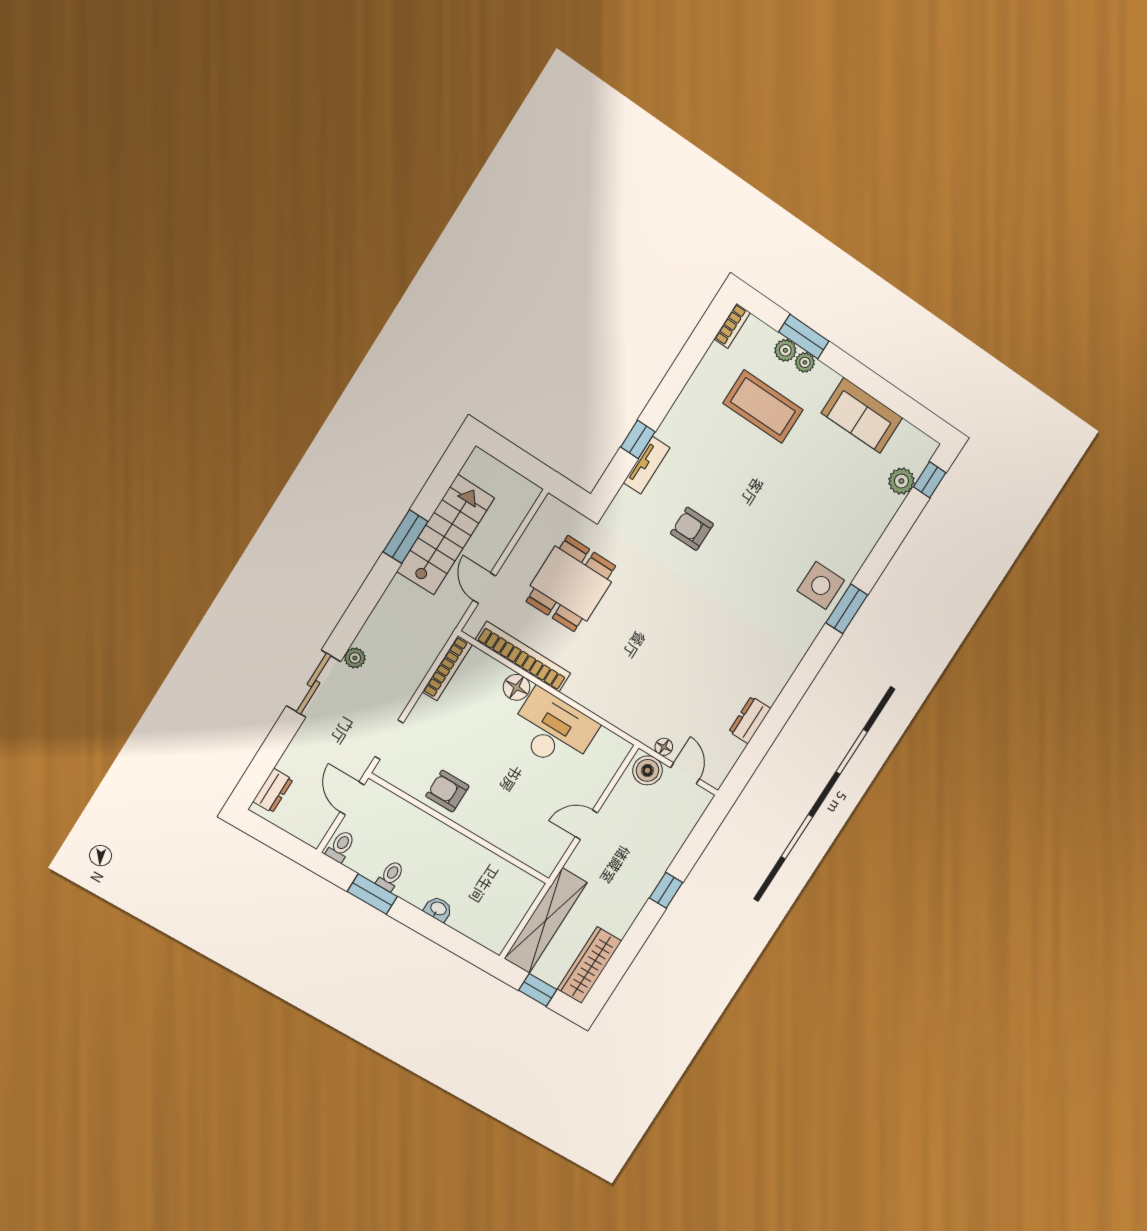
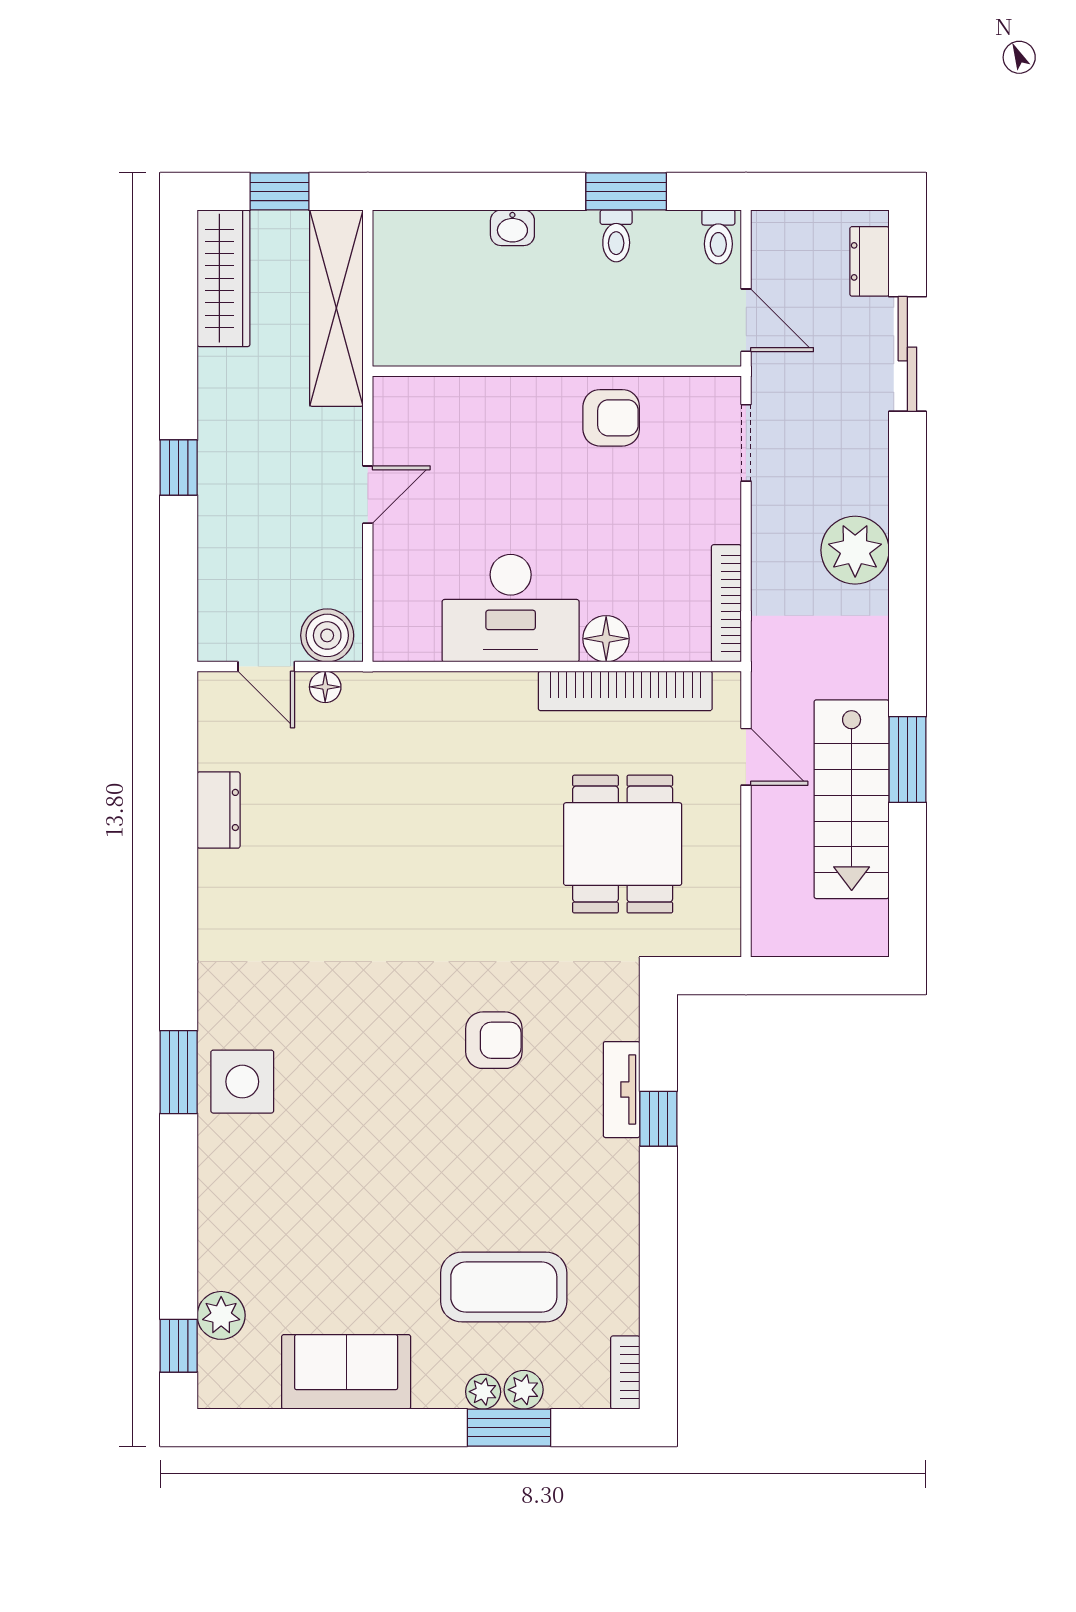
plant: (355, 658) -> (855, 550), width x1.88, depth x1.88
sliding door: (313, 684) -> (907, 354), moved

